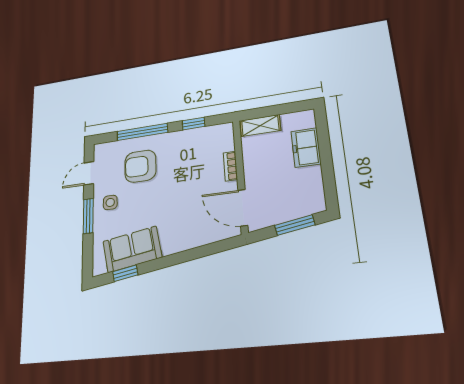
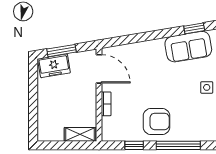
freezer: (306, 148) -> (54, 66), moved, turned 80
armchair: (140, 166) -> (156, 121), moved

